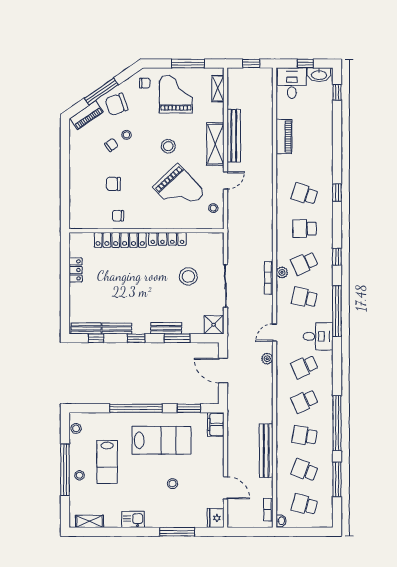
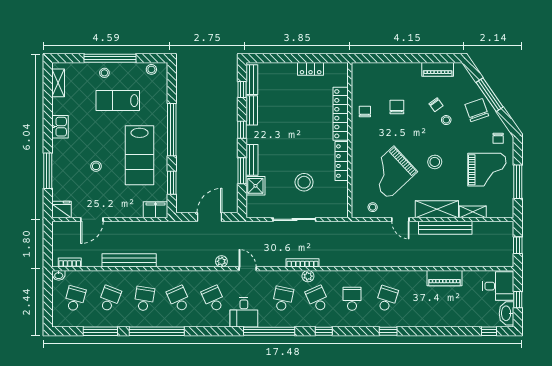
shelving: (218, 89) -> (473, 212), moved
piano: (87, 115) -> (438, 69), moved, turned -55
shower: (214, 325) -> (255, 186), moved

